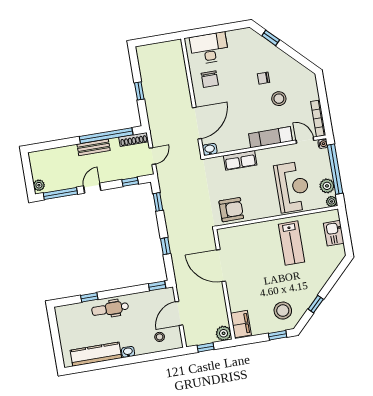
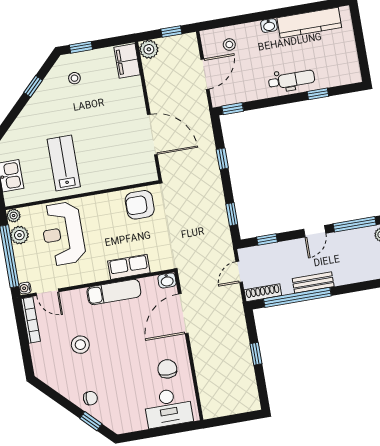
chair: (263, 78) -> (90, 398), moved
exam couch: (270, 137) -> (114, 292), moved
stool: (283, 311) -> (74, 78), width x0.53, depth x0.53

